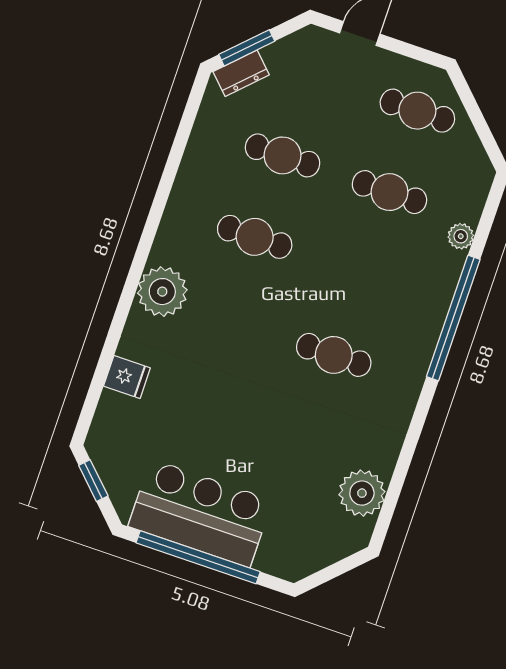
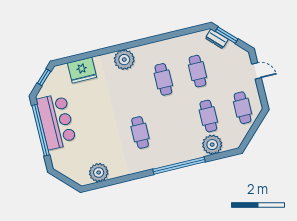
plant: (461, 236) -> (212, 145), width x1.88, depth x1.88
fridge: (127, 377) -> (82, 70), width x1.88, depth x1.34

